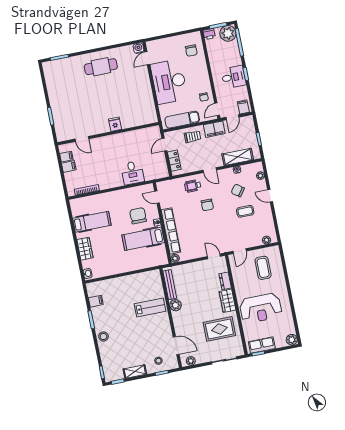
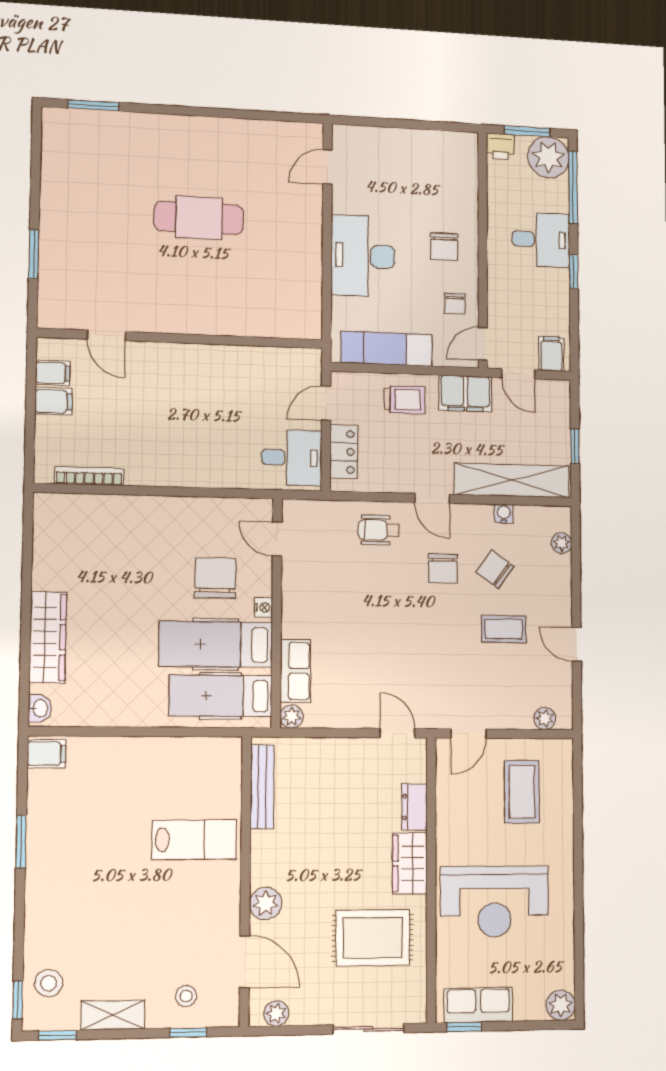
water cooler: (138, 48) -> (310, 135), removed
chair: (191, 51) -> (444, 247), moved
cafe table: (101, 67) -> (199, 218), moved
desk: (234, 77) -> (541, 240), moved
desk: (169, 82) -> (363, 256), width x0.73, depth x0.77
door: (232, 117) -> (518, 374), hinge flipped
fridge: (115, 124) -> (205, 318), removed
shelving: (238, 157) -> (512, 480), width x1.47
desk: (132, 173) -> (292, 458), moved, turned -90
door: (270, 196) -> (577, 645), moved
chair: (207, 205) -> (443, 569), moved
hospital bed: (92, 222) -> (221, 696), moved, turned 180
row of seats: (171, 231) -> (295, 671), width x0.50
wardrobe: (85, 249) -> (48, 637), width x1.50
filing cabinet: (96, 301) -> (47, 754), moved
plant: (175, 305) -> (266, 903), moved
stool: (103, 337) -> (49, 983), moved

